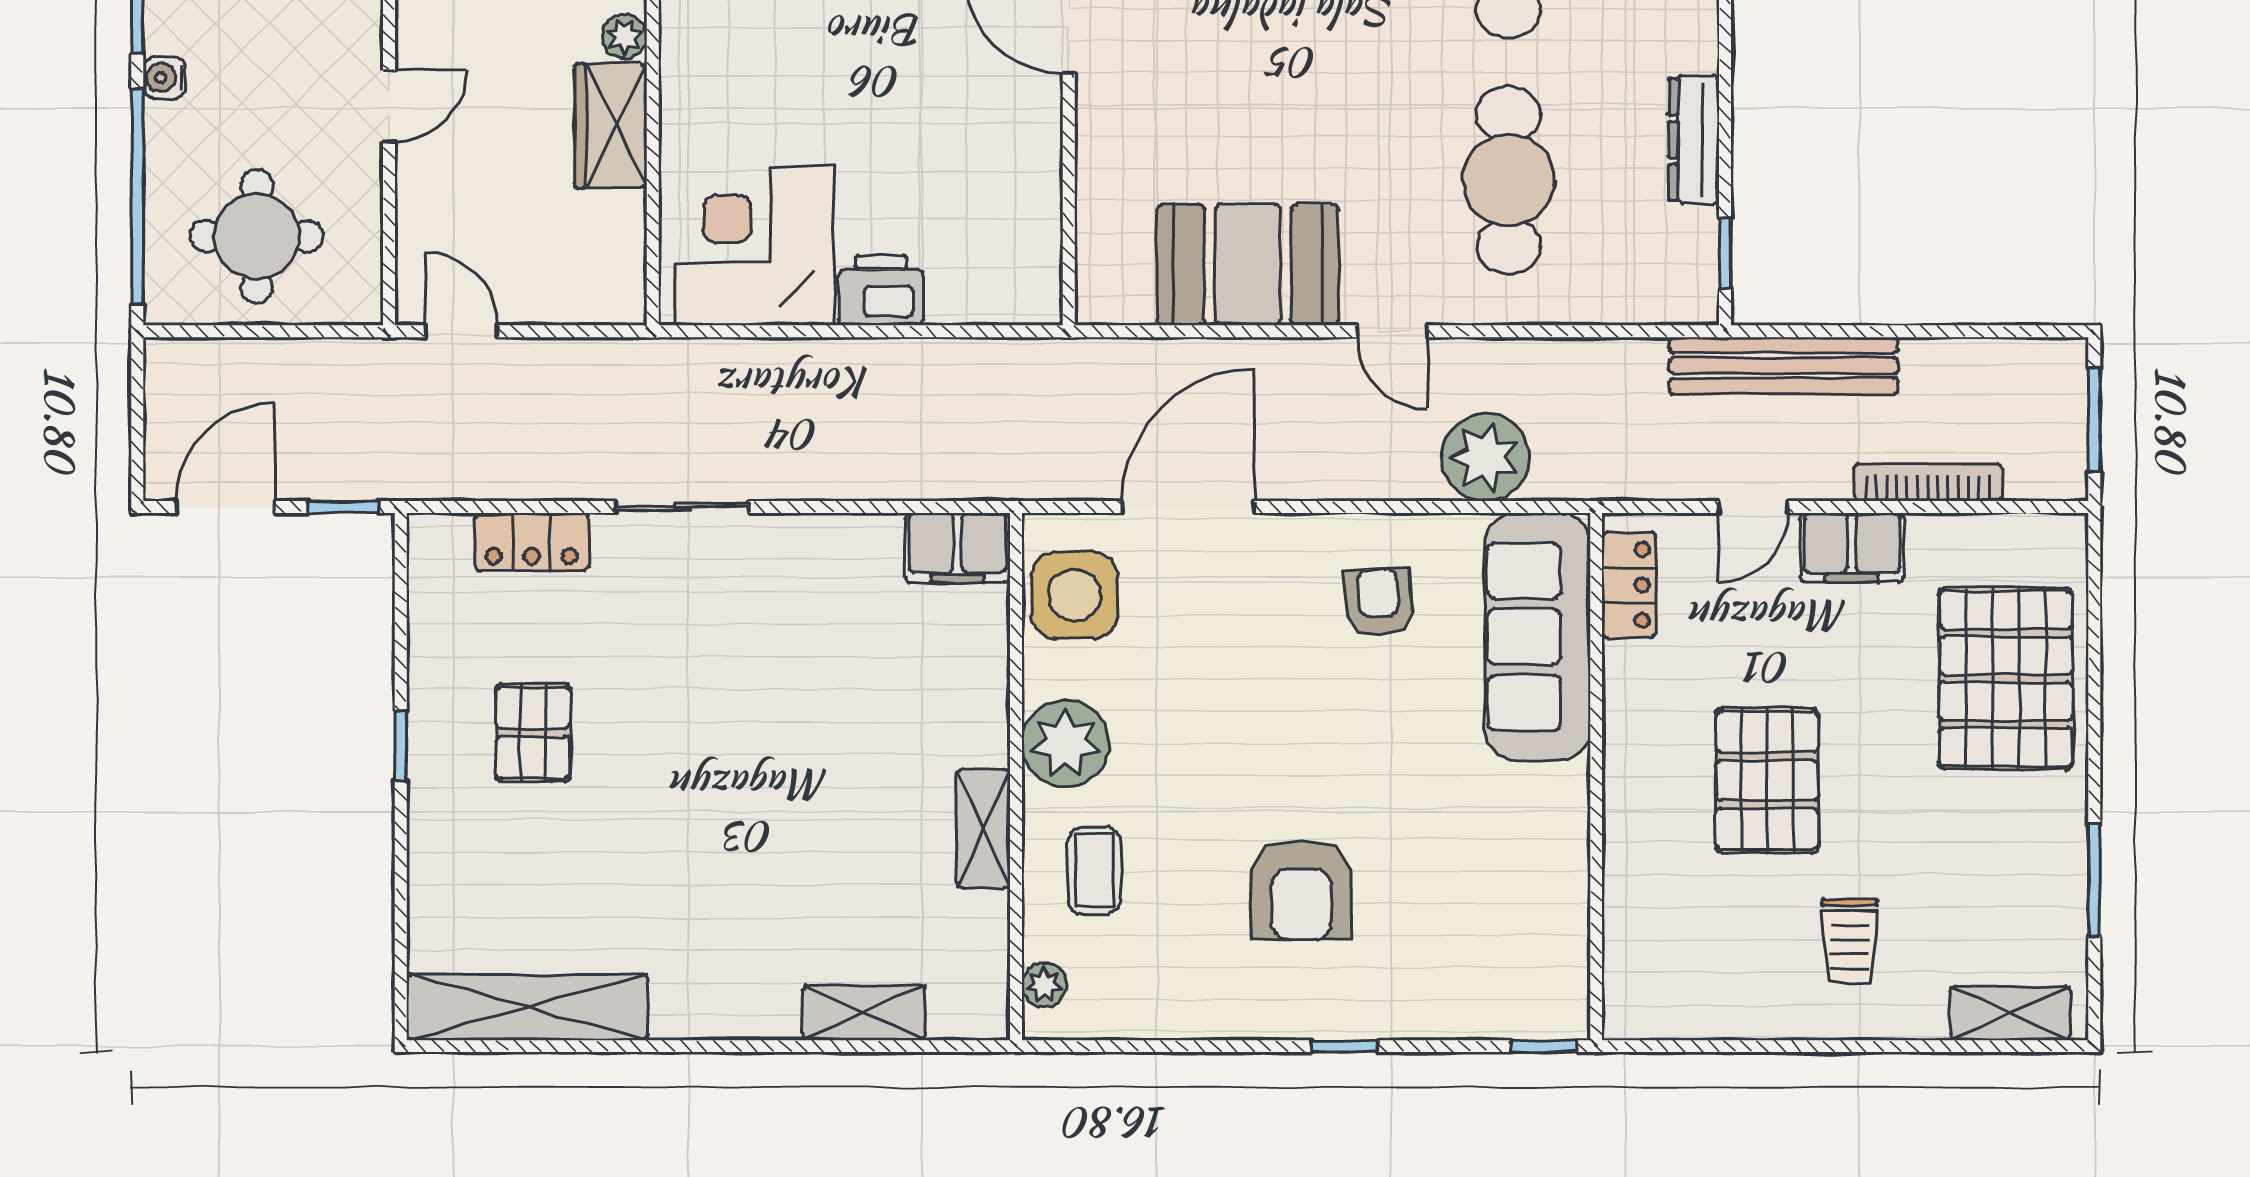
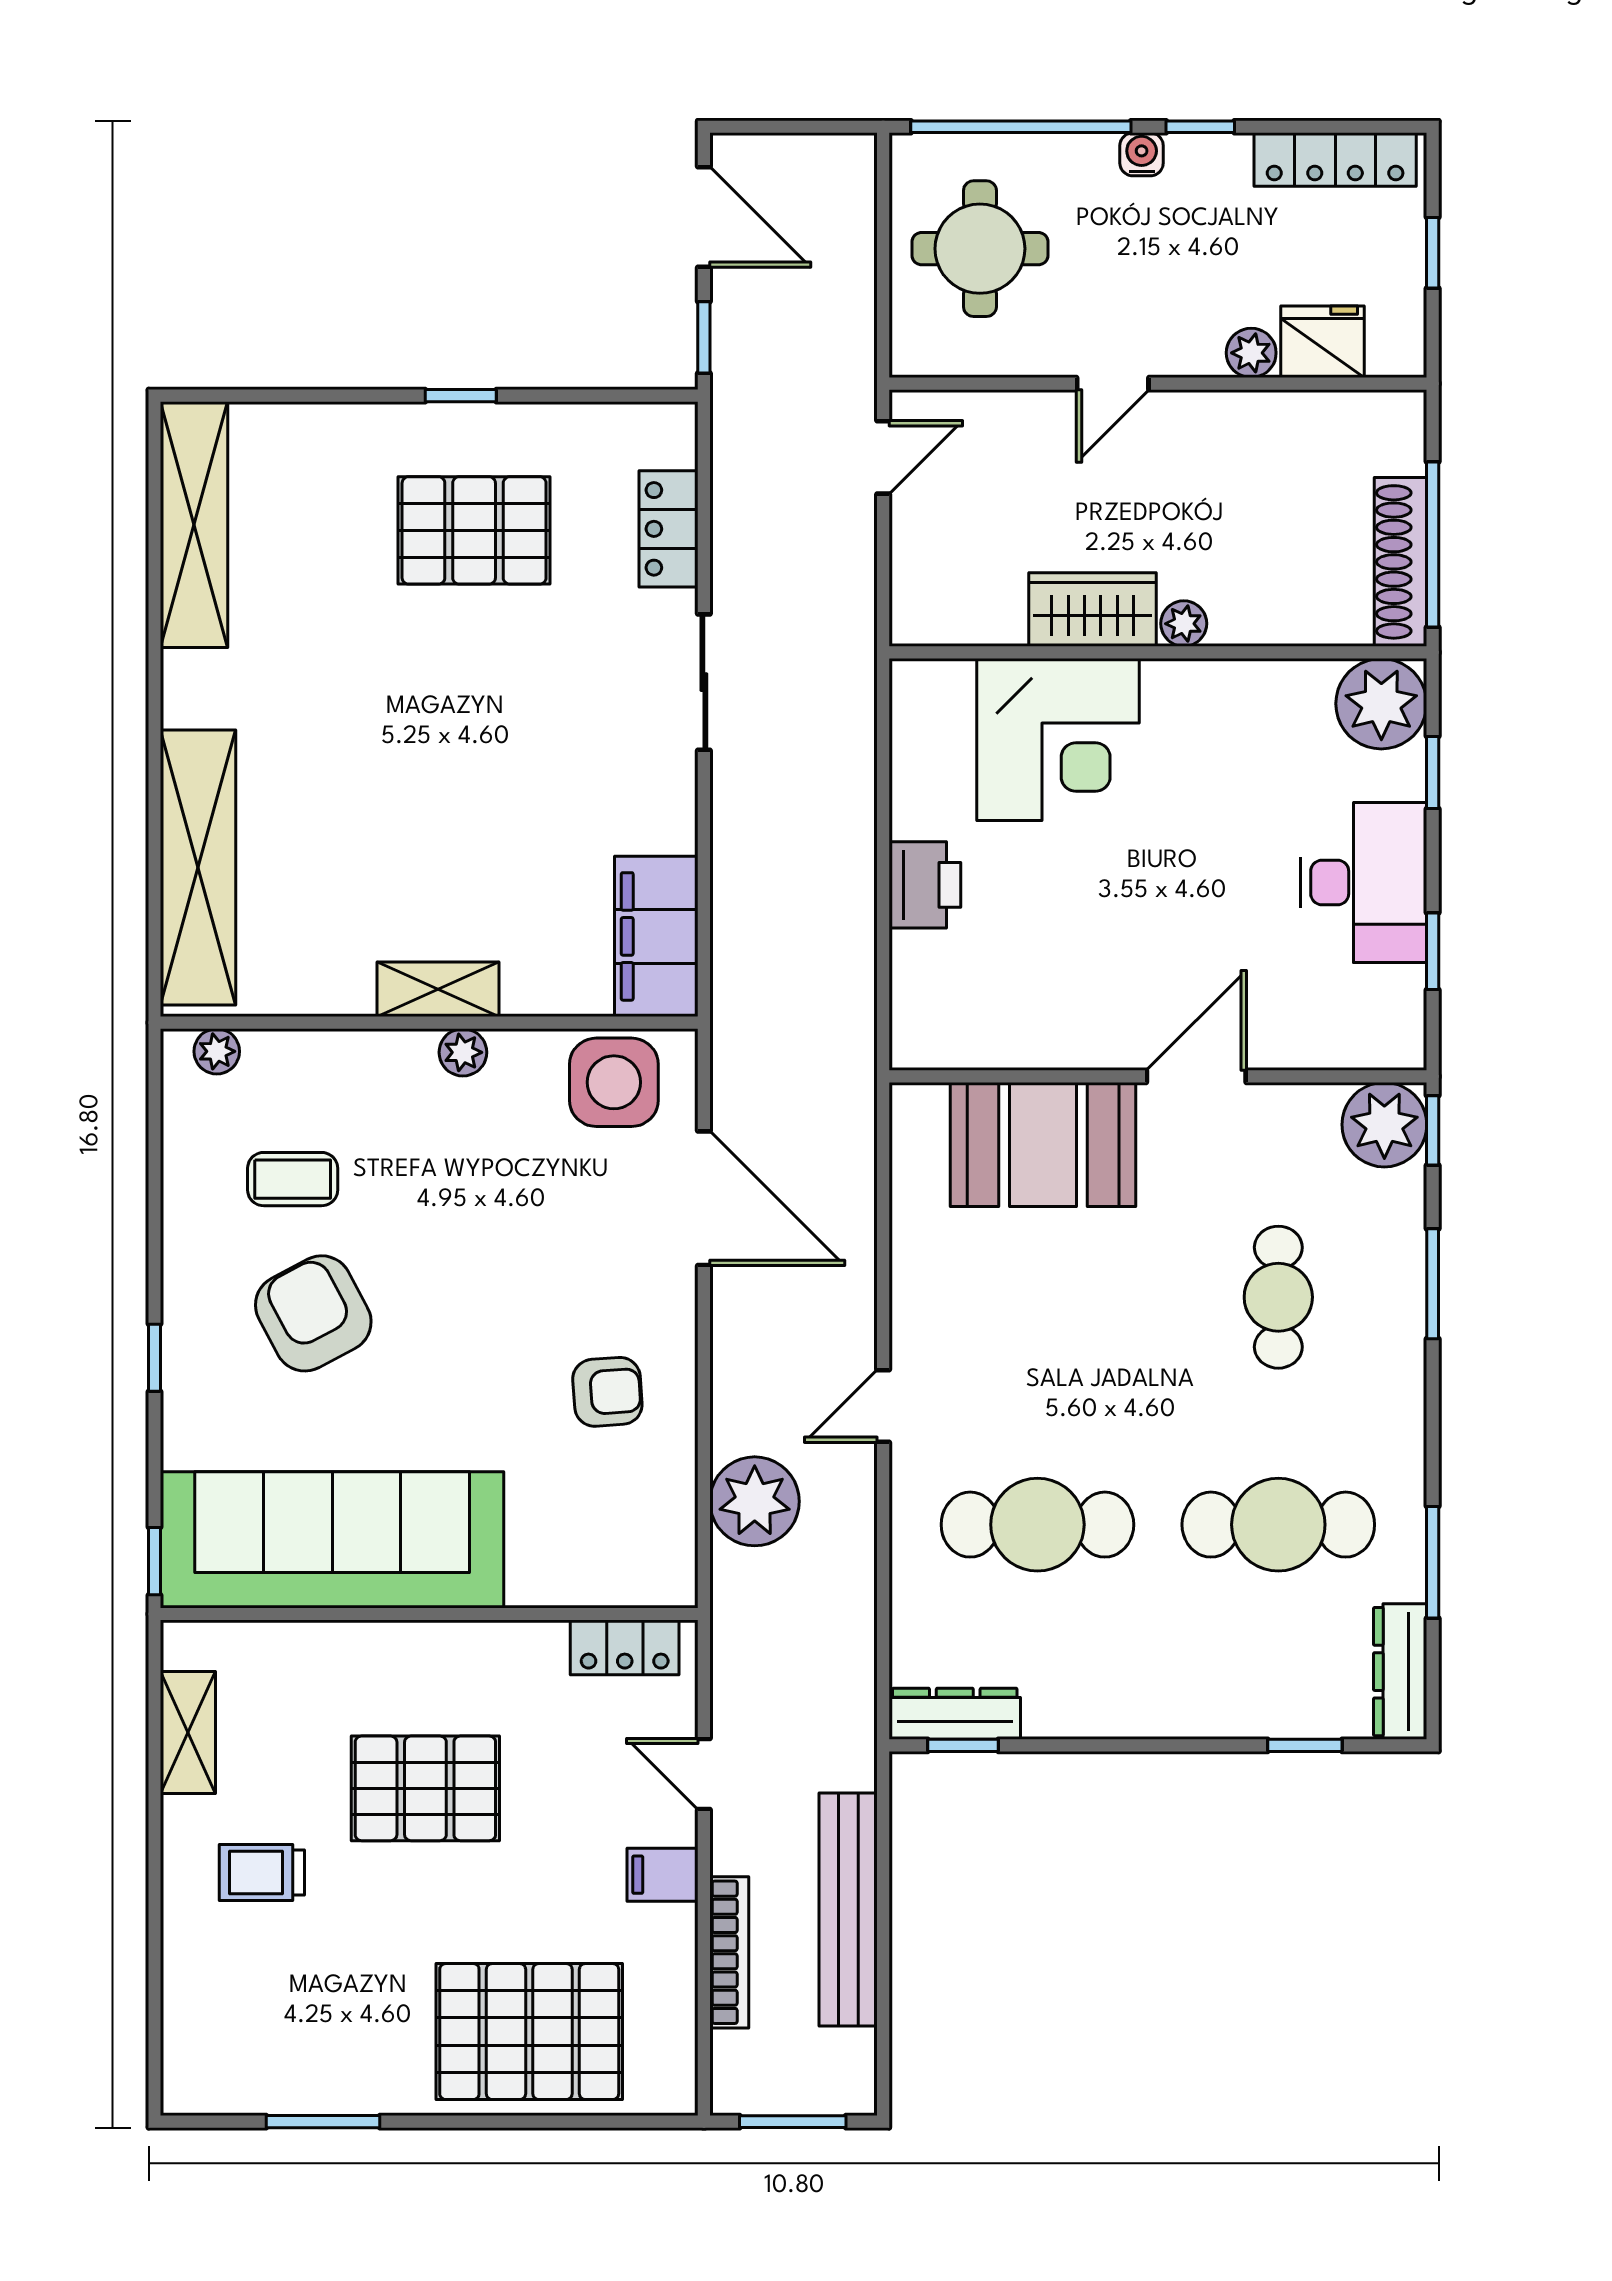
door: (389, 106) -> (1113, 384), hinge flipped
dresser: (1694, 140) -> (955, 1714), moved
corner desk: (754, 246) -> (1058, 739), moved, turned 90
booth: (1248, 265) -> (1043, 1144), moved, turned 90
bench: (1784, 366) -> (848, 1909), moved
filing cabinet: (958, 548) -> (656, 936), width x1.50, depth x1.17
filing cabinet: (1852, 548) -> (663, 1875), width x0.50
sofa: (1538, 637) -> (332, 1540), moved, width x1.36, depth x1.27
pallet: (533, 733) -> (474, 530), width x1.50, depth x1.42
plant: (1066, 744) -> (463, 1052), width x0.53, depth x0.53
shelving: (983, 829) -> (438, 989), moved
coffee table: (1094, 871) -> (293, 1179), moved
armchair: (1301, 890) -> (313, 1313), turned 62
shelving: (864, 1013) -> (198, 868), width x2.20, depth x1.33
shelving: (2011, 1013) -> (188, 1733), moved

